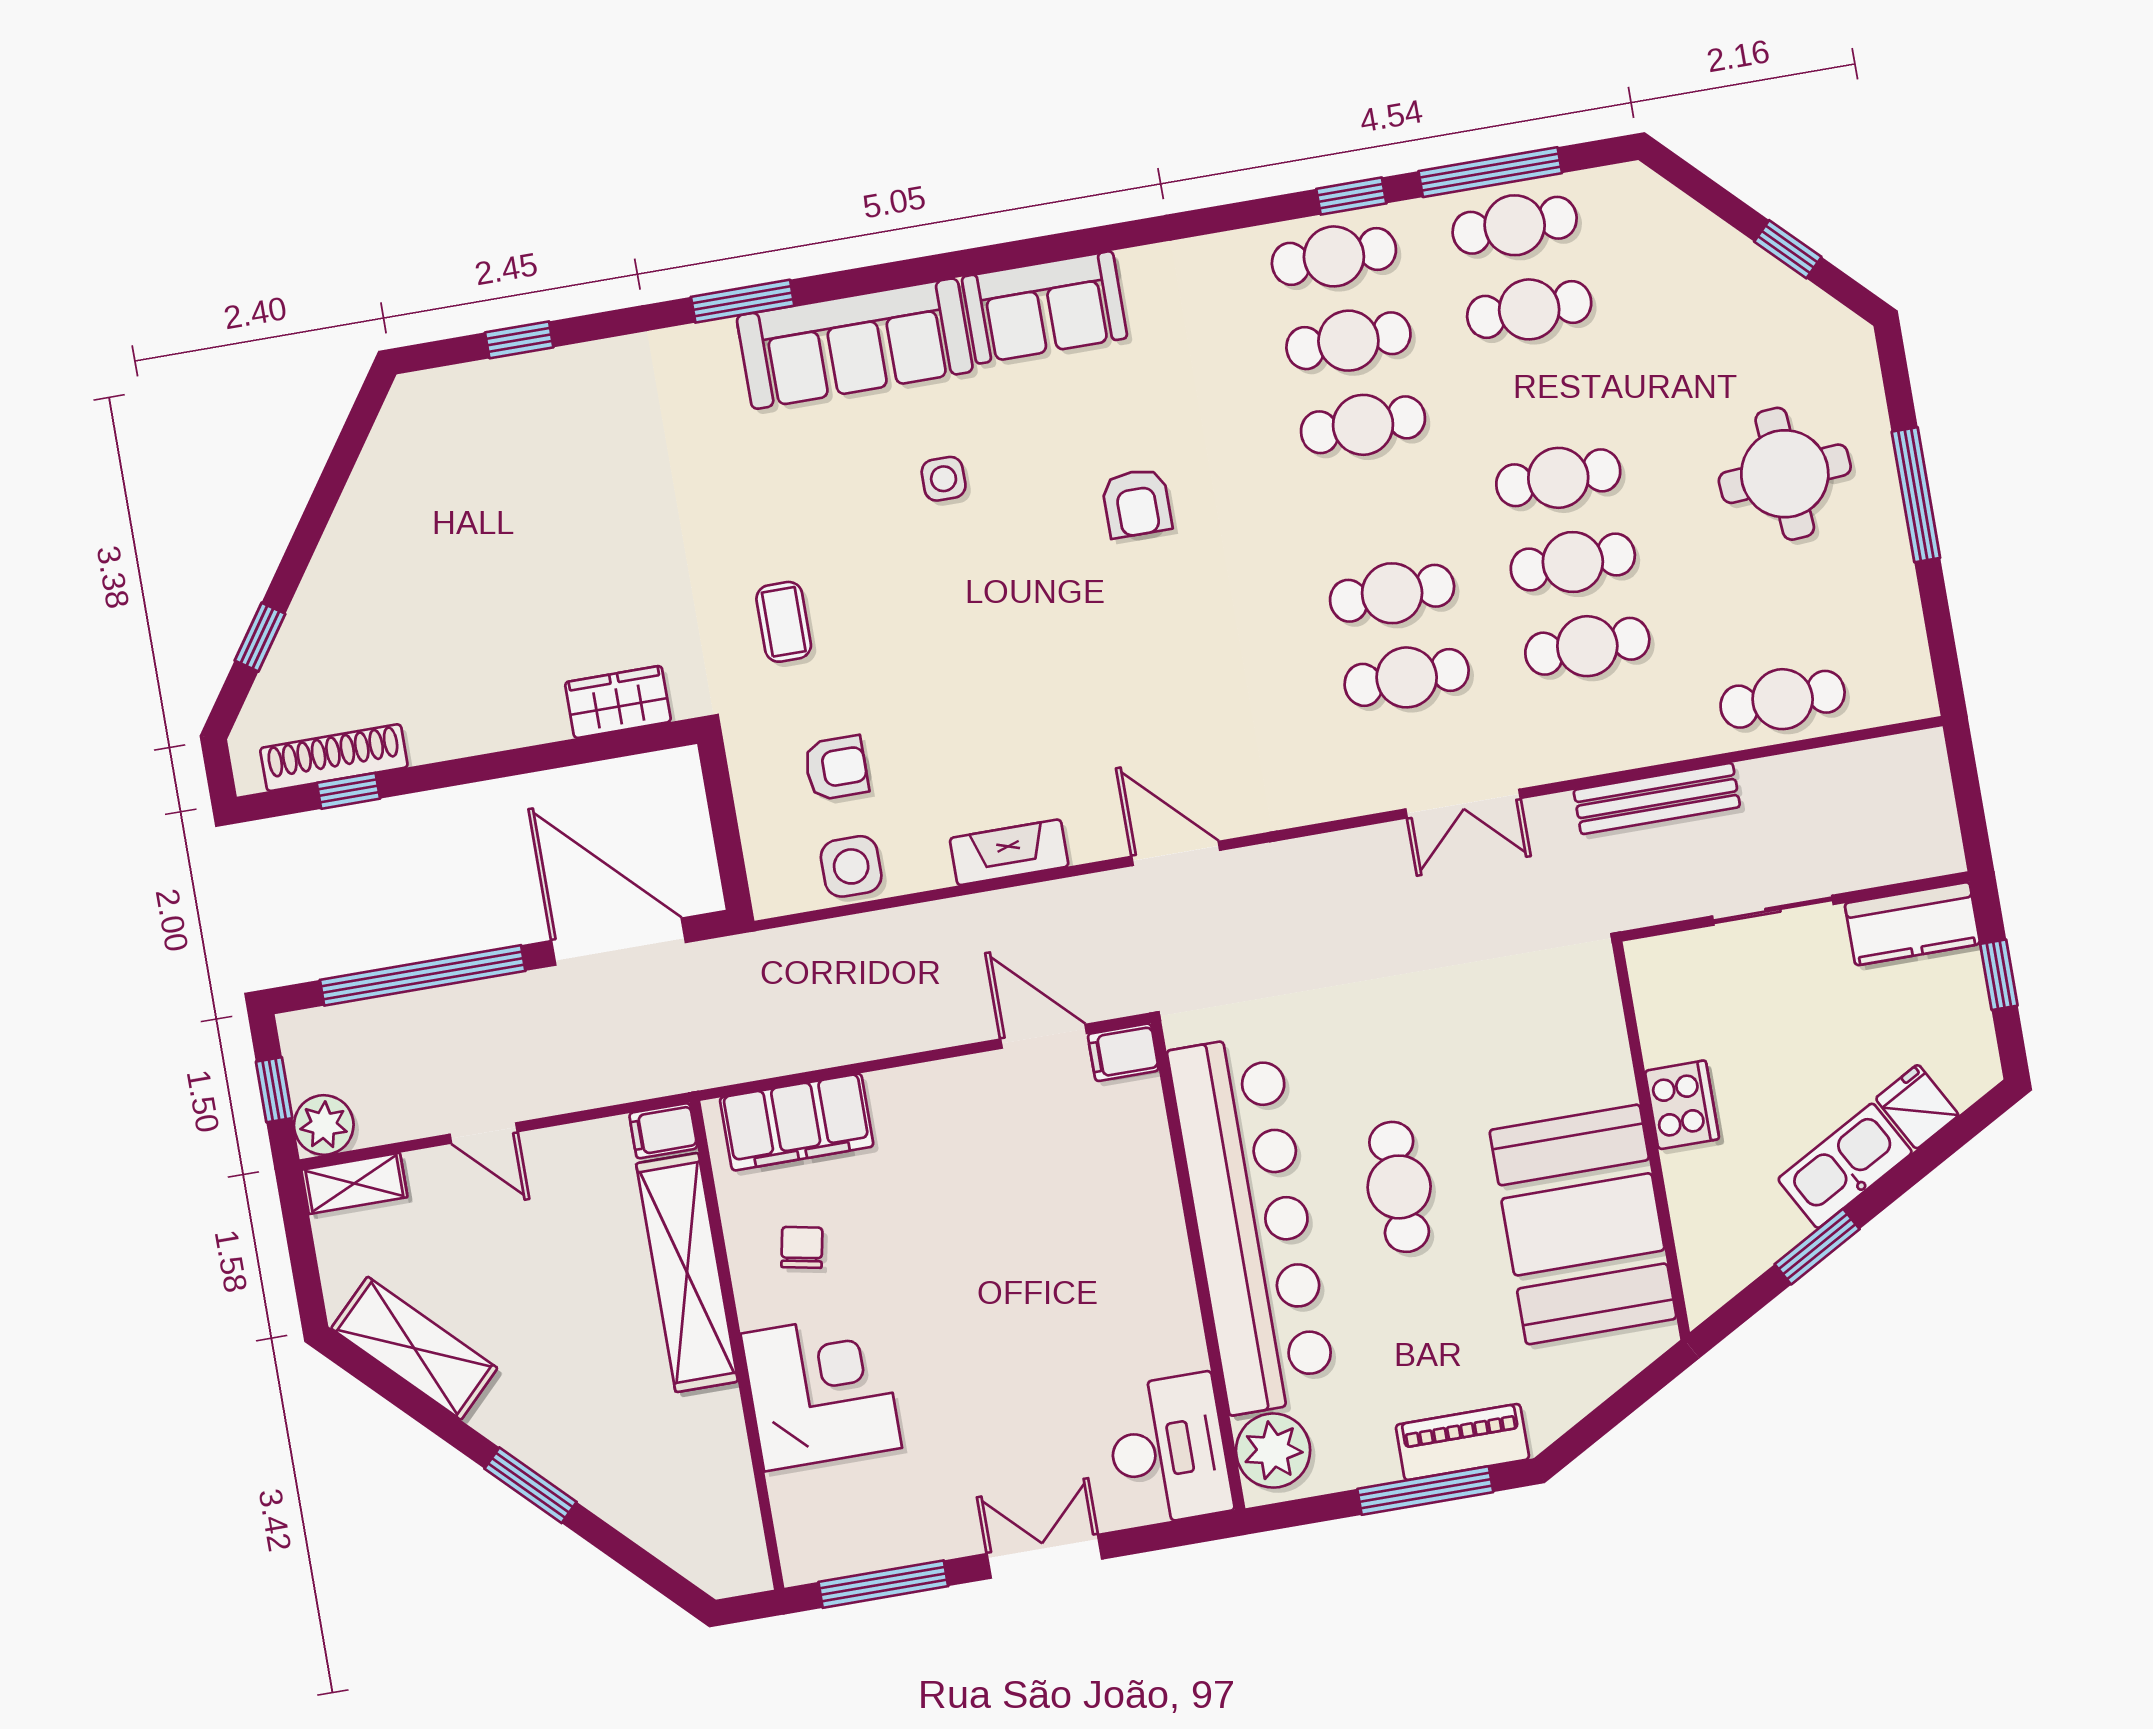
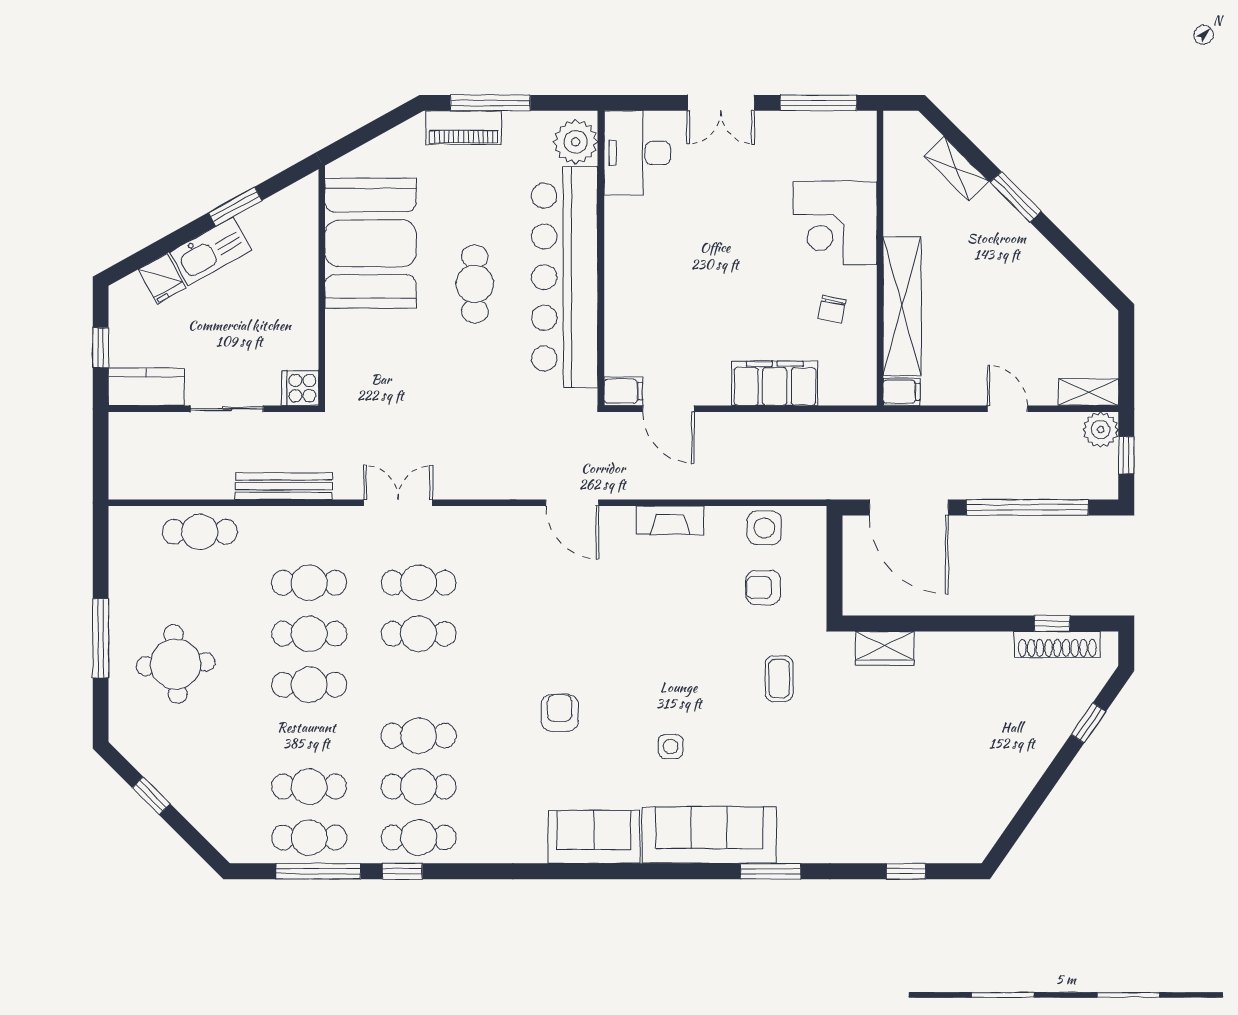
cooker: (1682, 1105) -> (300, 388), moved, width x0.73
filing cabinet: (797, 1122) -> (775, 383), moved
shelving: (414, 1348) -> (956, 169), moved, width x0.67, depth x0.75

